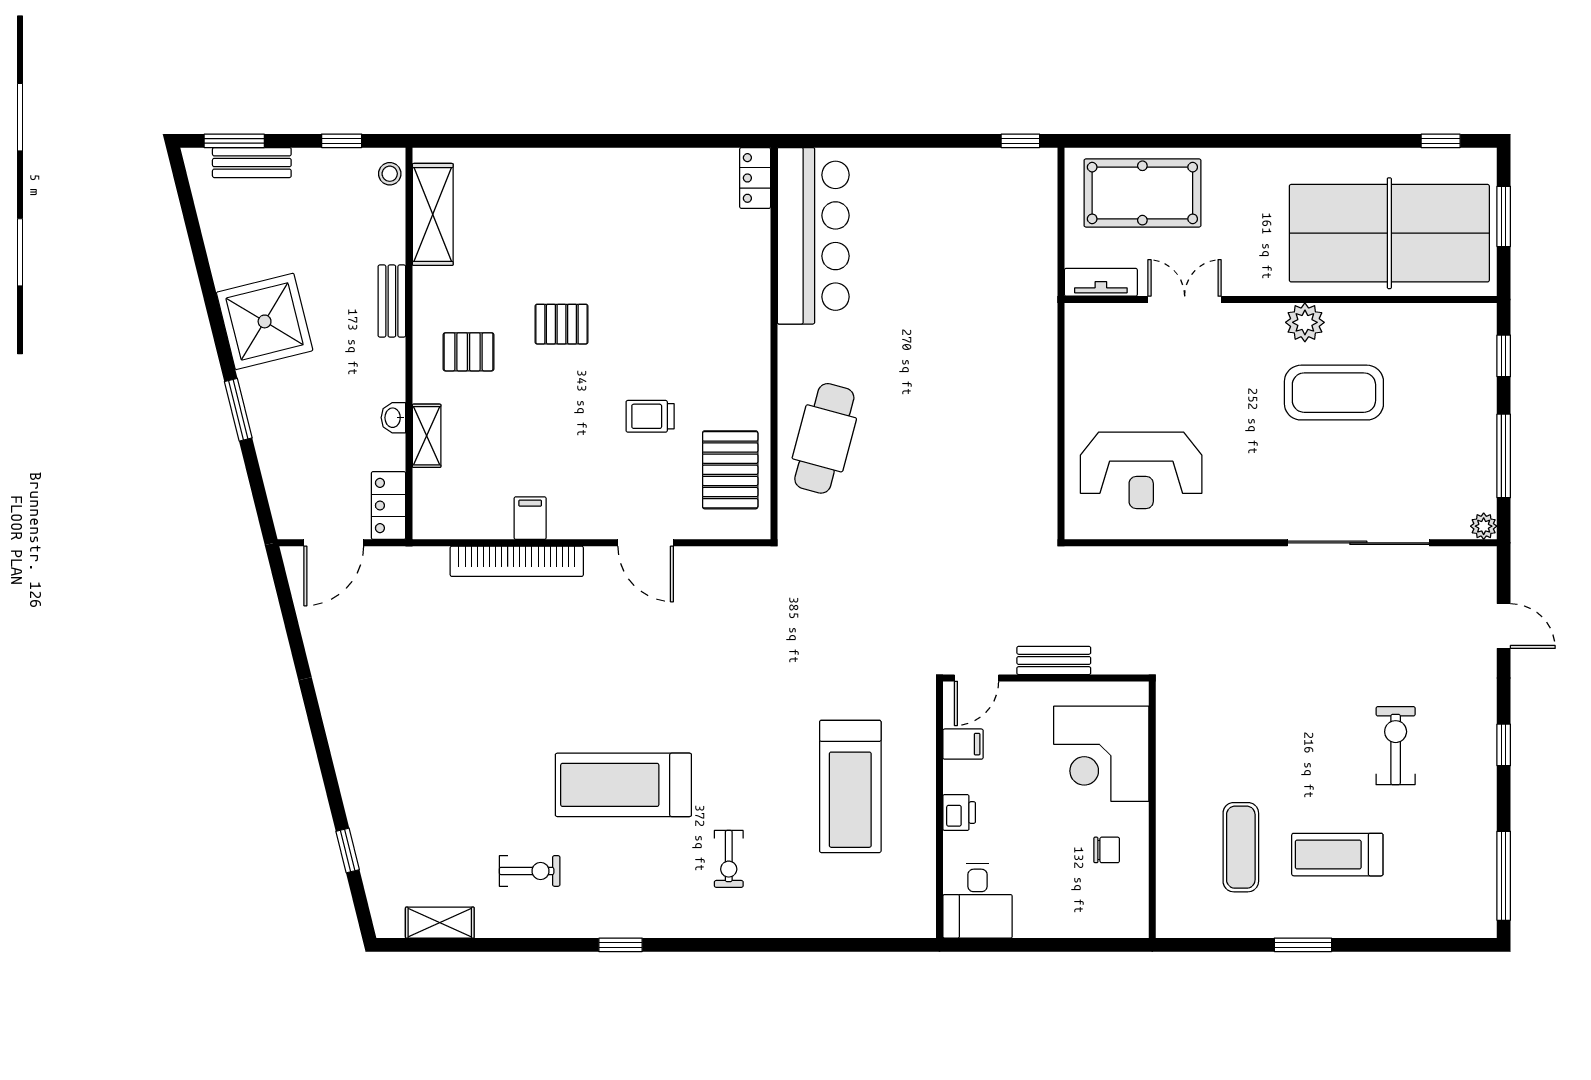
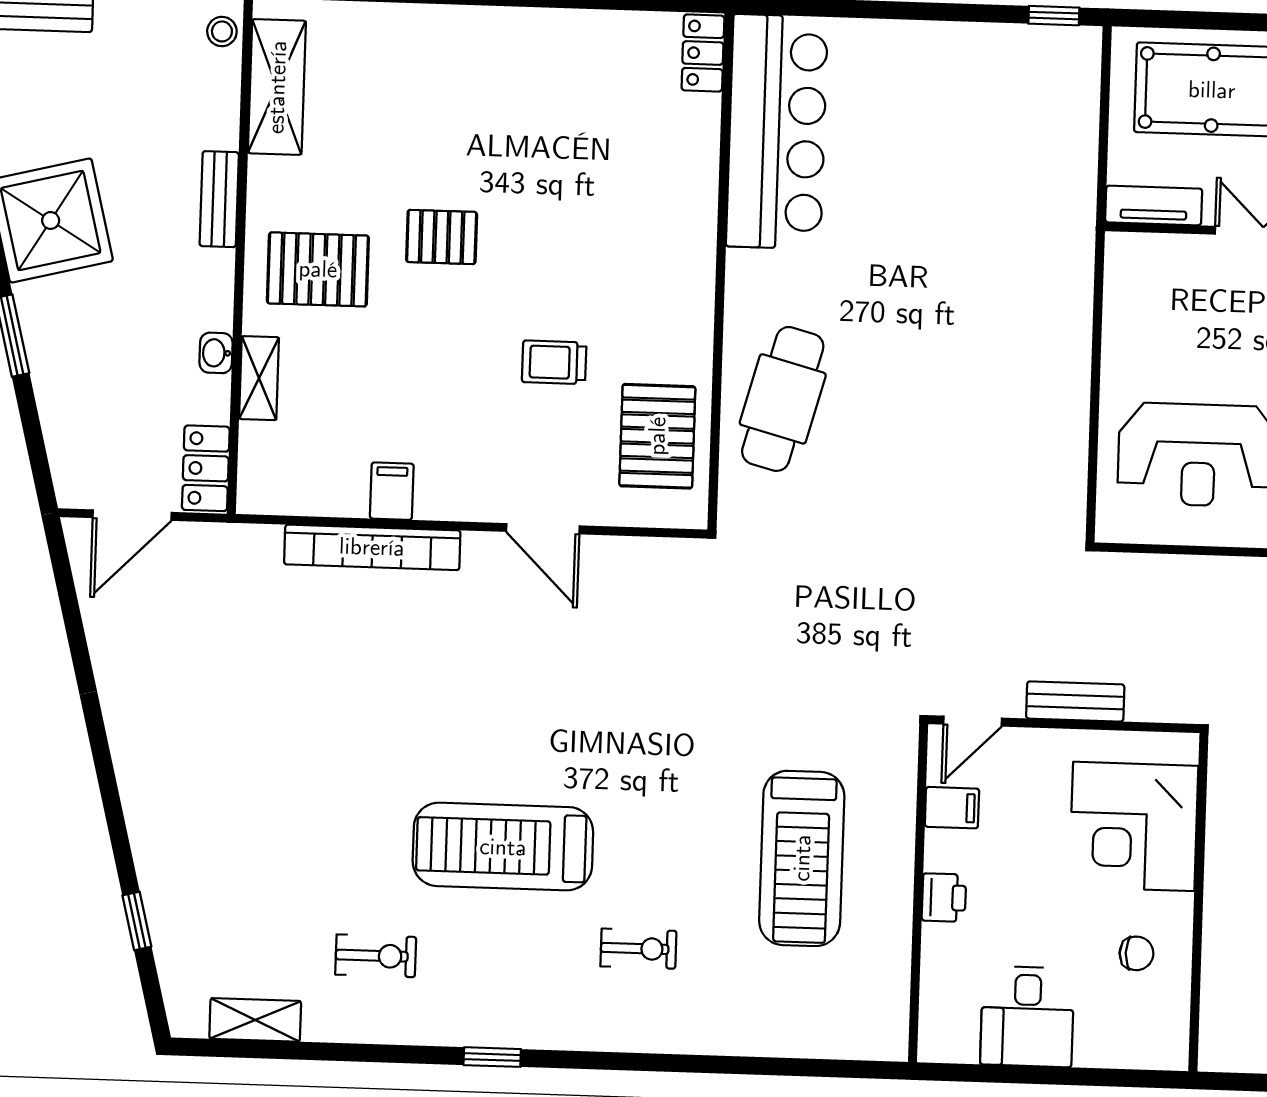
pallet: (469, 352) -> (318, 269), width x1.50, depth x1.42
exercise bike: (729, 859) -> (638, 949), turned -90
desk: (978, 901) -> (1027, 1017), moved

